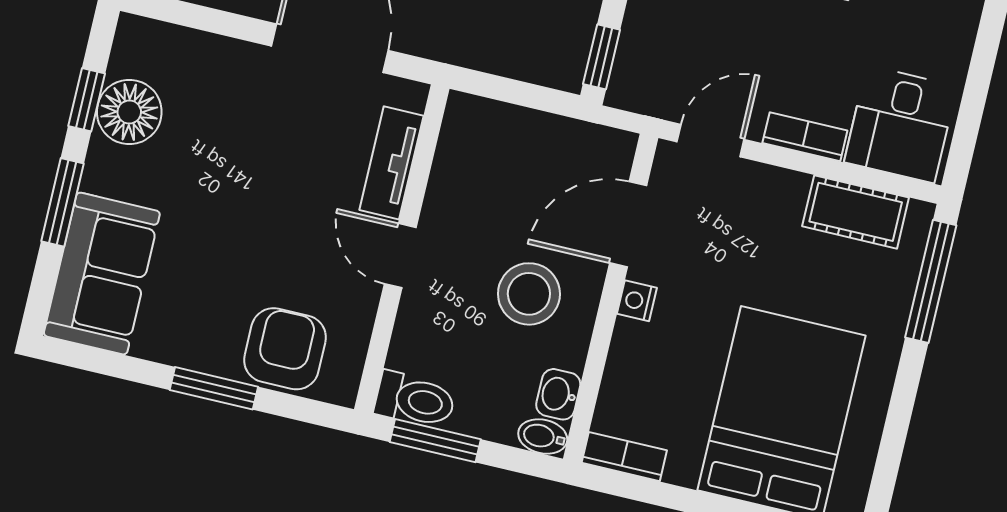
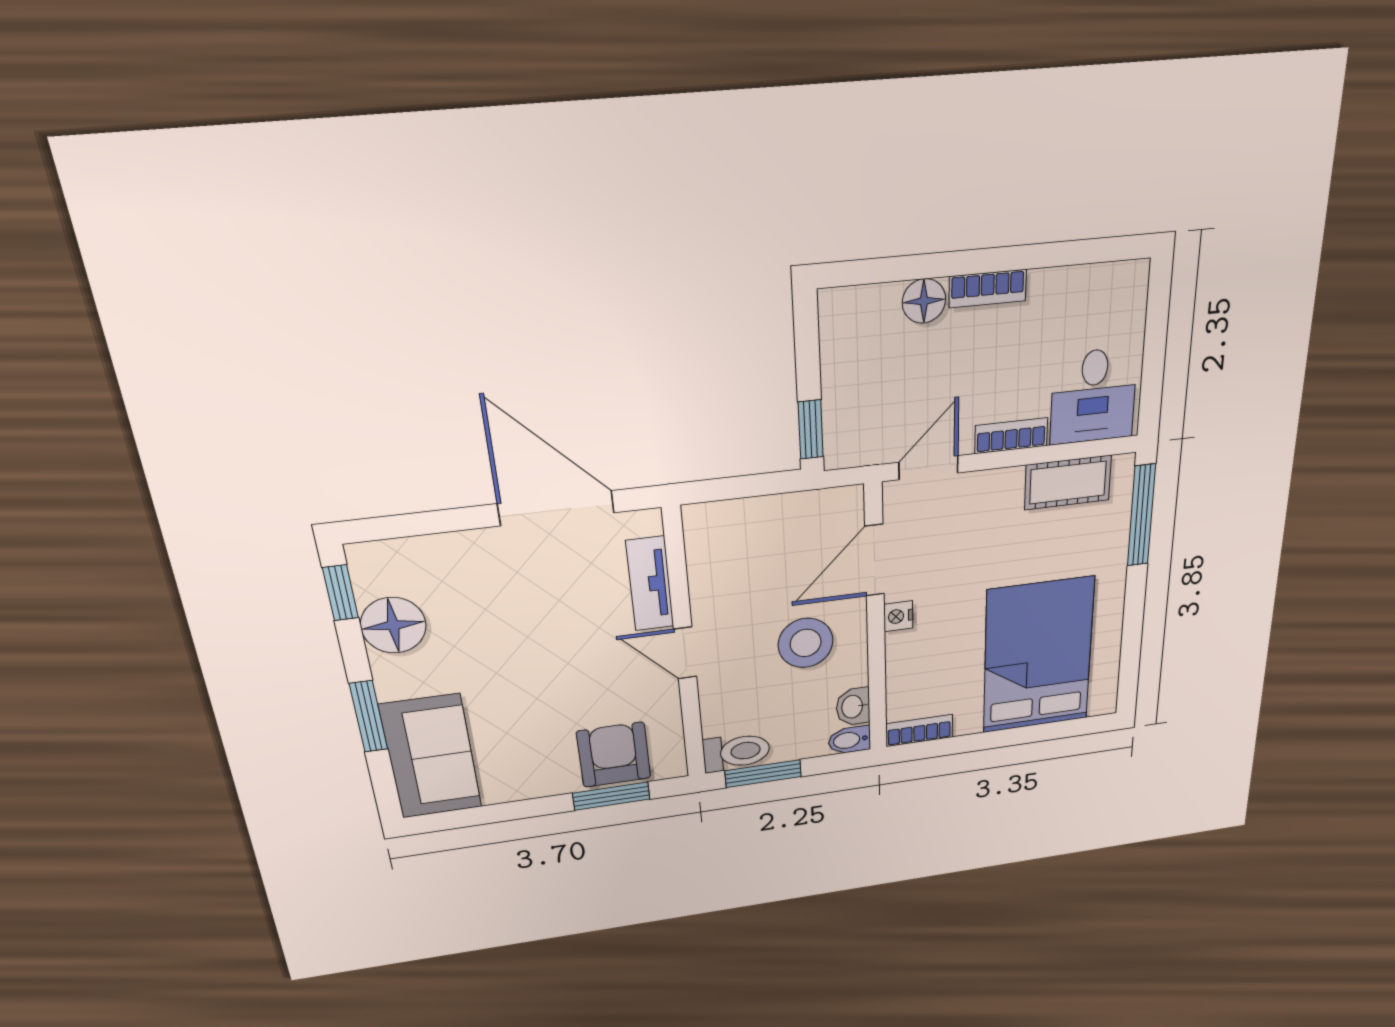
window: (87, 100) -> (340, 593), moved
window: (214, 388) -> (611, 796), moved

